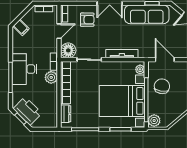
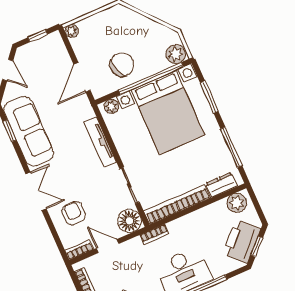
plant: (51, 77) -> (237, 203), moved
chair: (162, 86) -> (122, 65), turned 150

